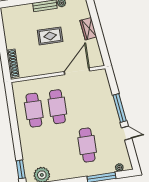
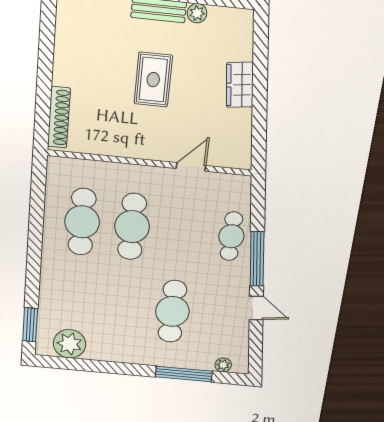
rug: (50, 36) -> (153, 80), turned 90
door: (77, 71) -> (191, 167), width x0.53
cafe table: (104, 100) -> (231, 236), added

